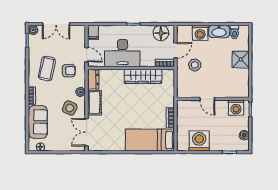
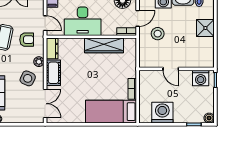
double door: (86, 132) -> (45, 104), swing flipped
boiler: (244, 135) -> (209, 118), moved

